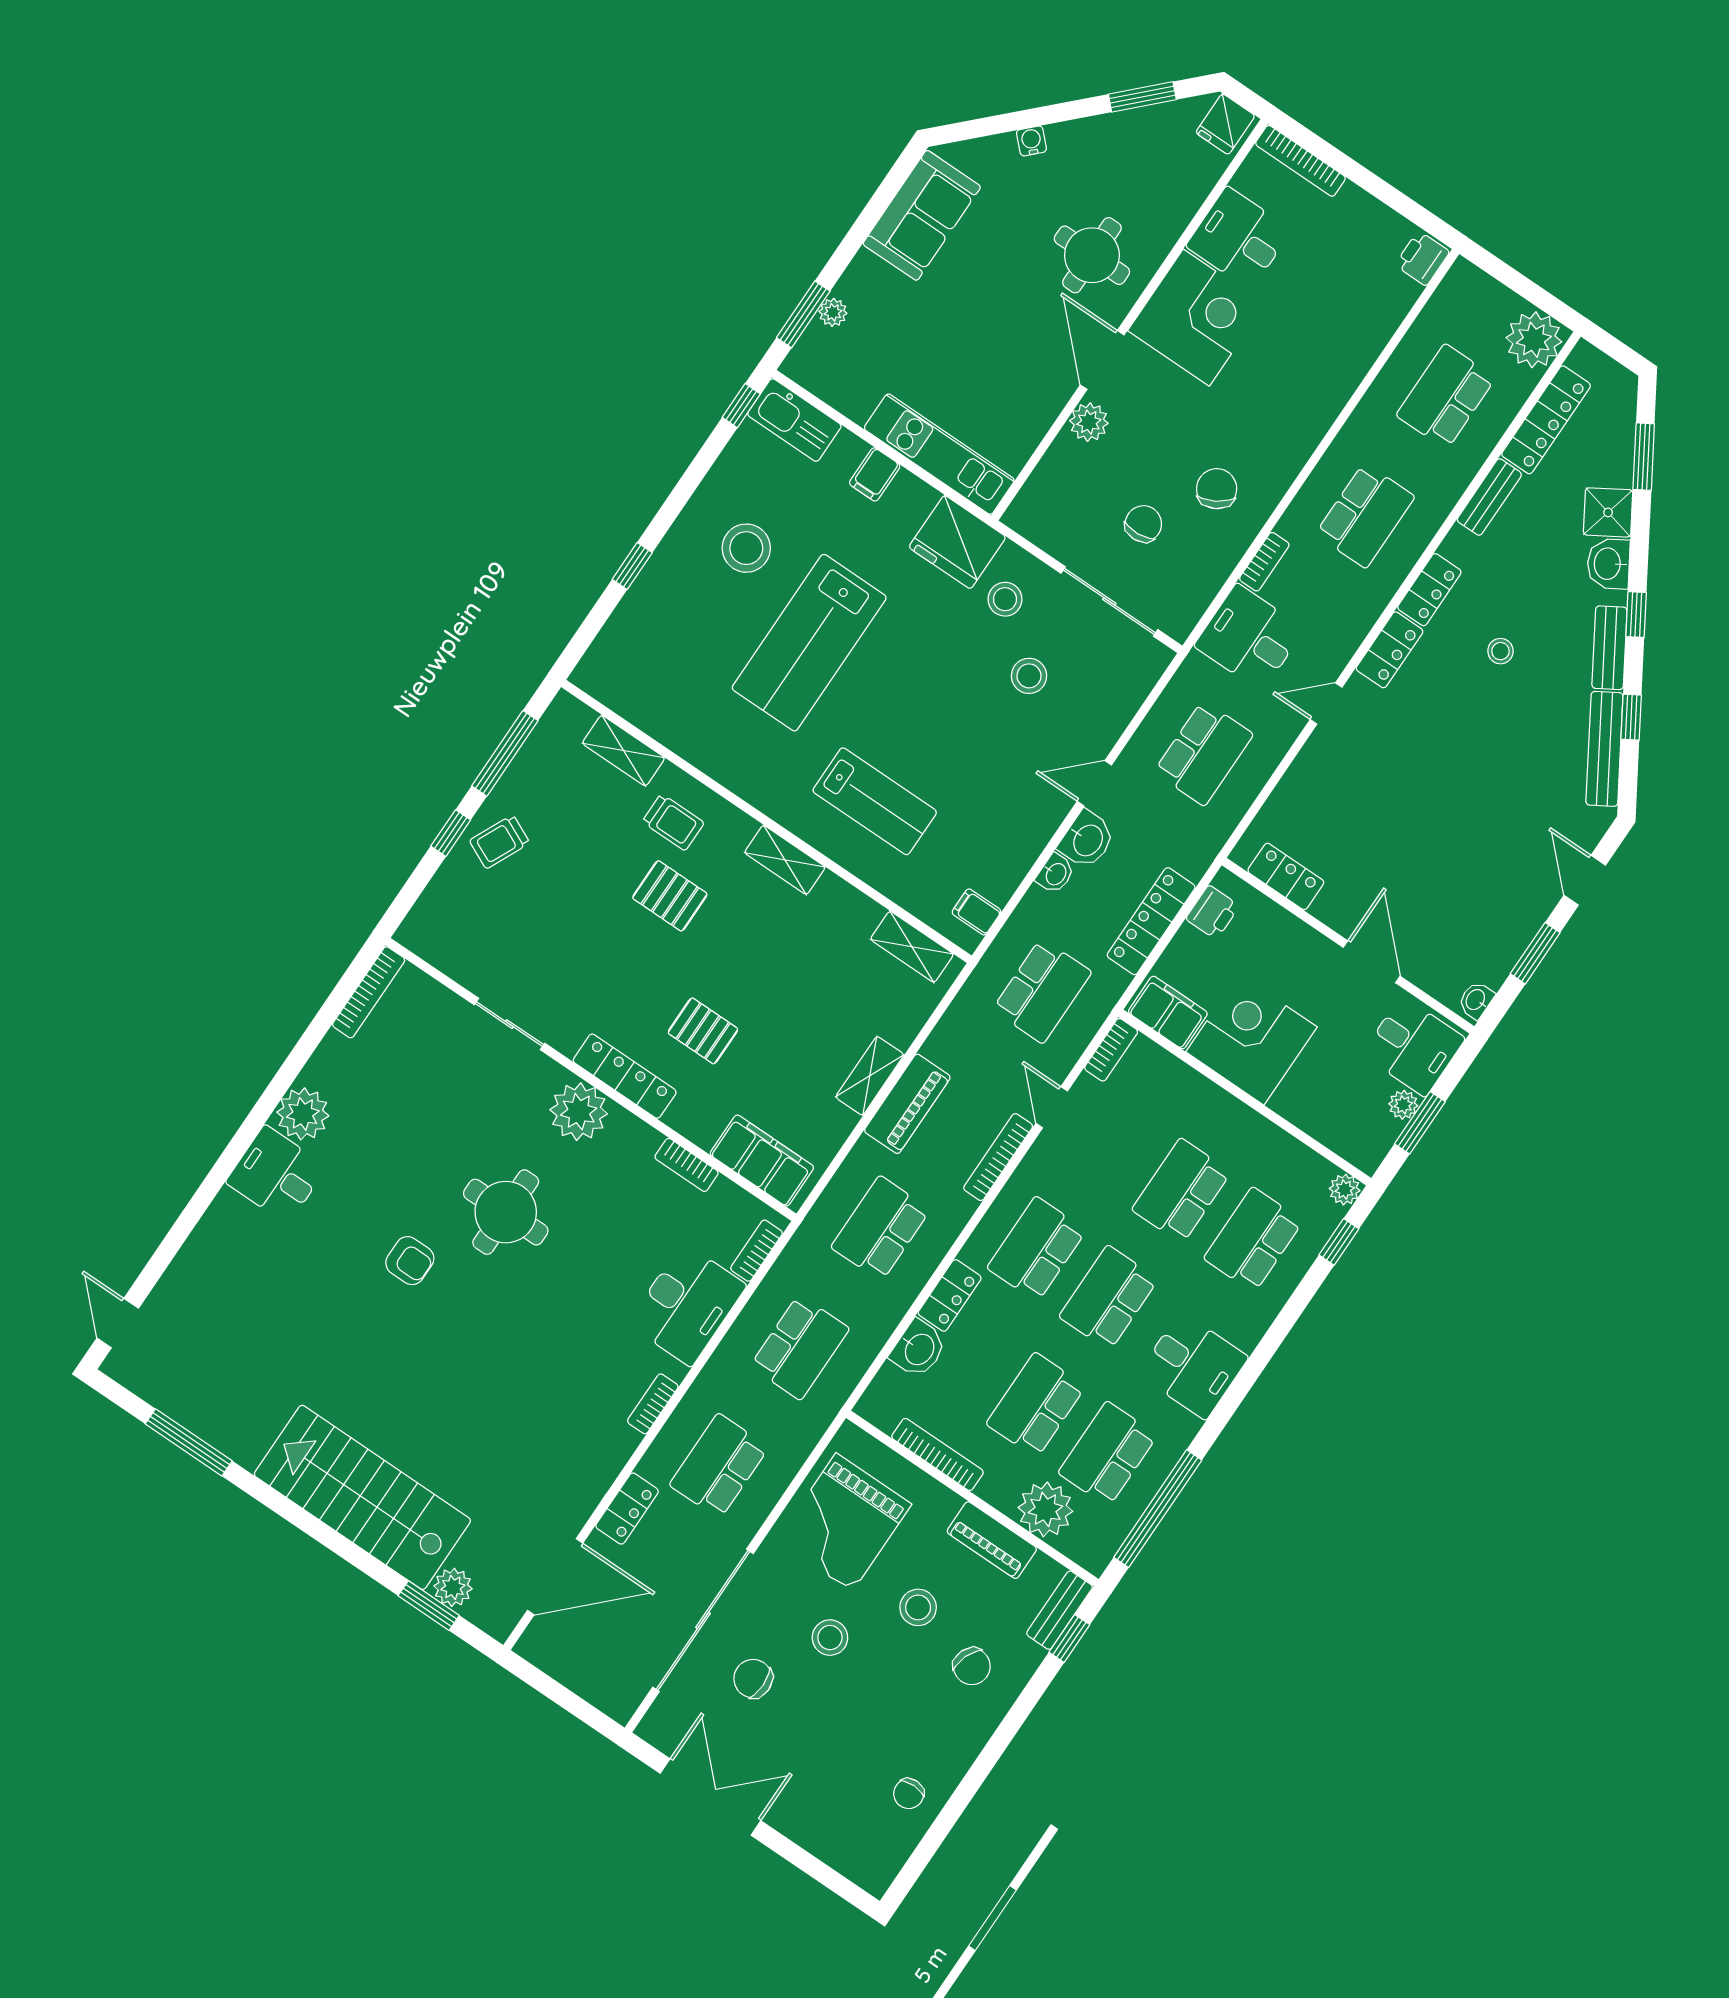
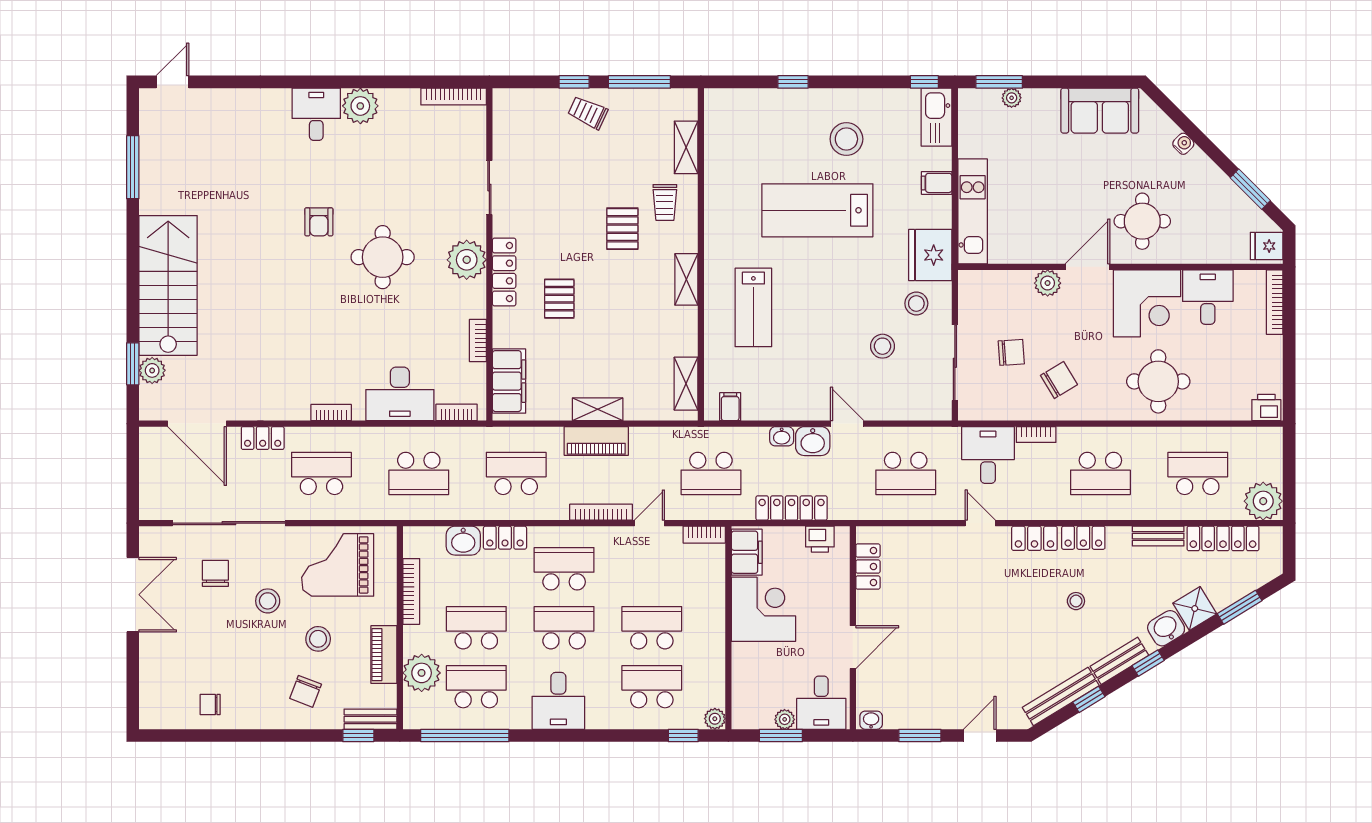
round table: (1301, 369) -> (1158, 381), added

